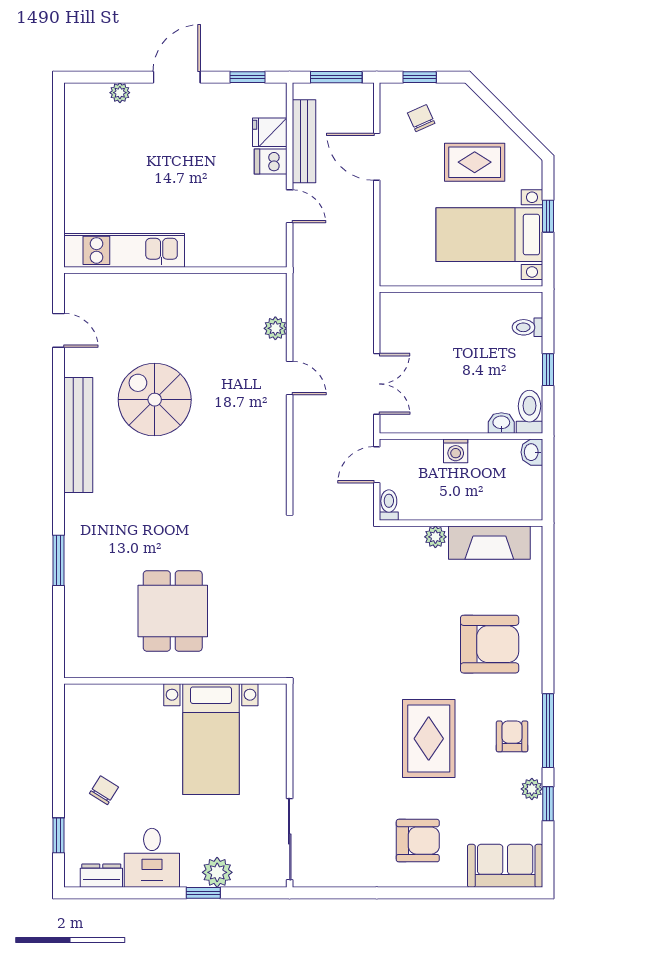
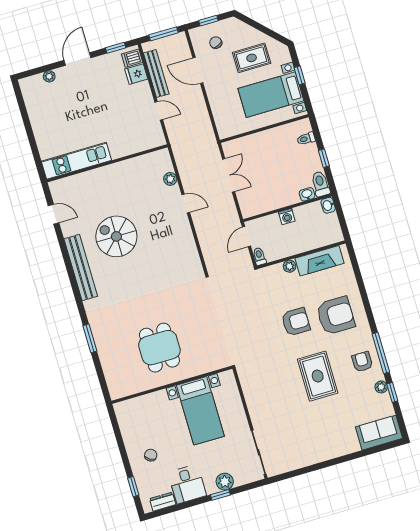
dishwasher: (271, 161) -> (132, 58), moved
double door: (377, 384) -> (229, 175), moved
armchair: (418, 841) -> (296, 322), moved

